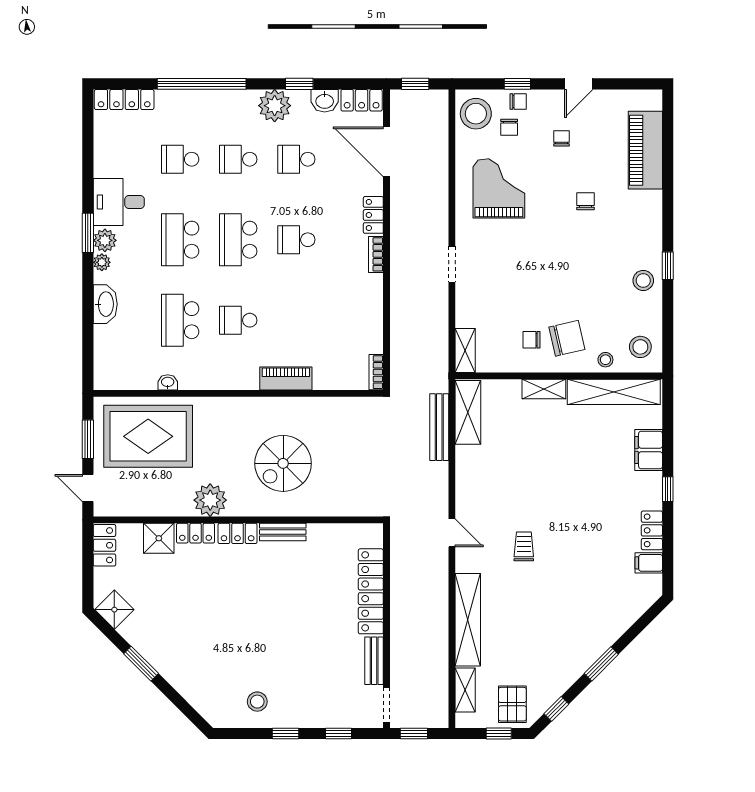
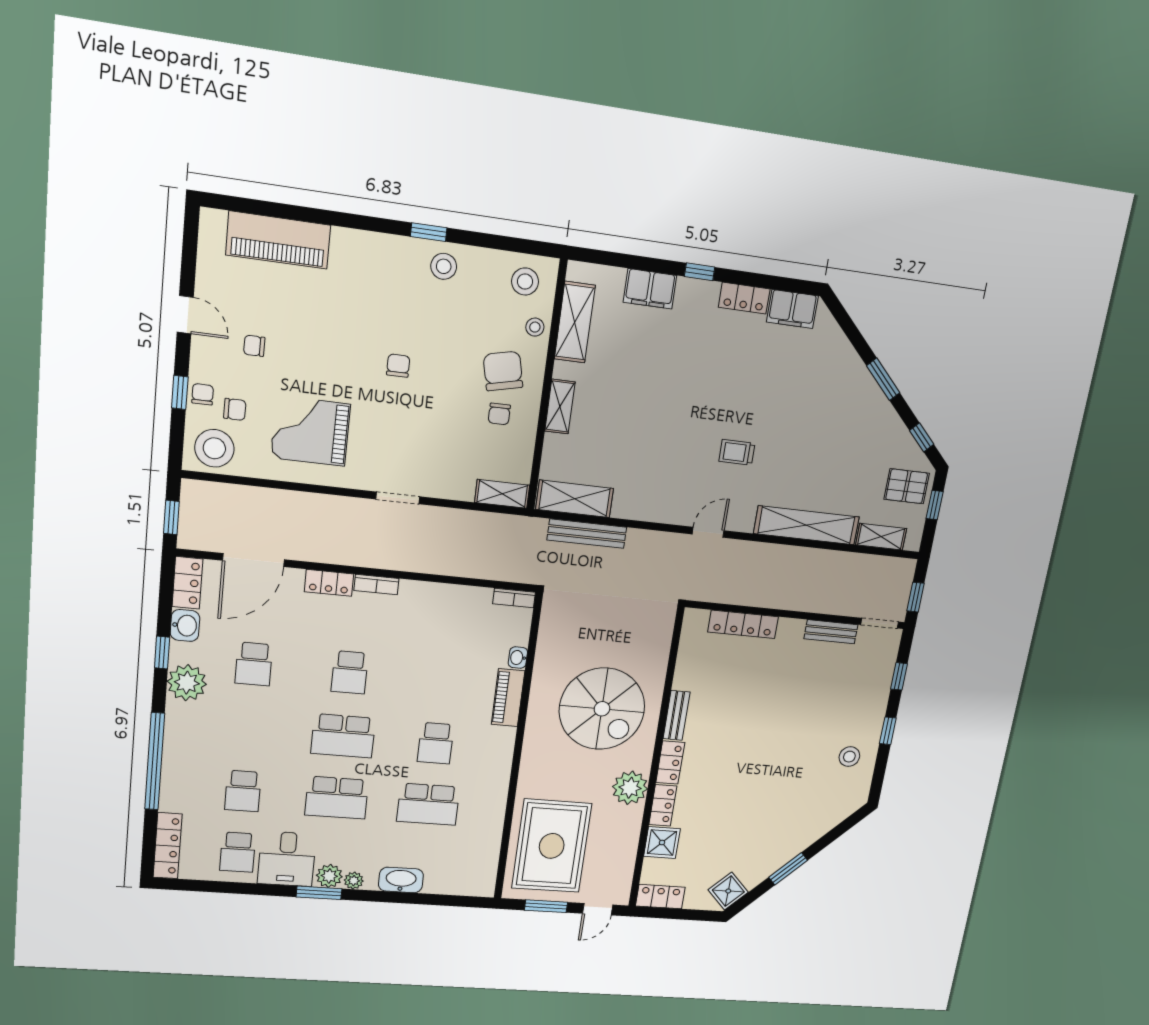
school desk: (238, 159) -> (238, 852), moved
chair: (586, 201) -> (398, 366), moved, turned 90
washbasin: (168, 382) -> (518, 658), moved
shelving: (614, 392) -> (575, 322), width x0.68
spiral stairs: (283, 463) -> (602, 709), width x1.37, depth x1.37
filing cabinet: (649, 563) -> (792, 309), width x2.00
locker: (371, 591) -> (743, 624), width x0.71, depth x0.83

